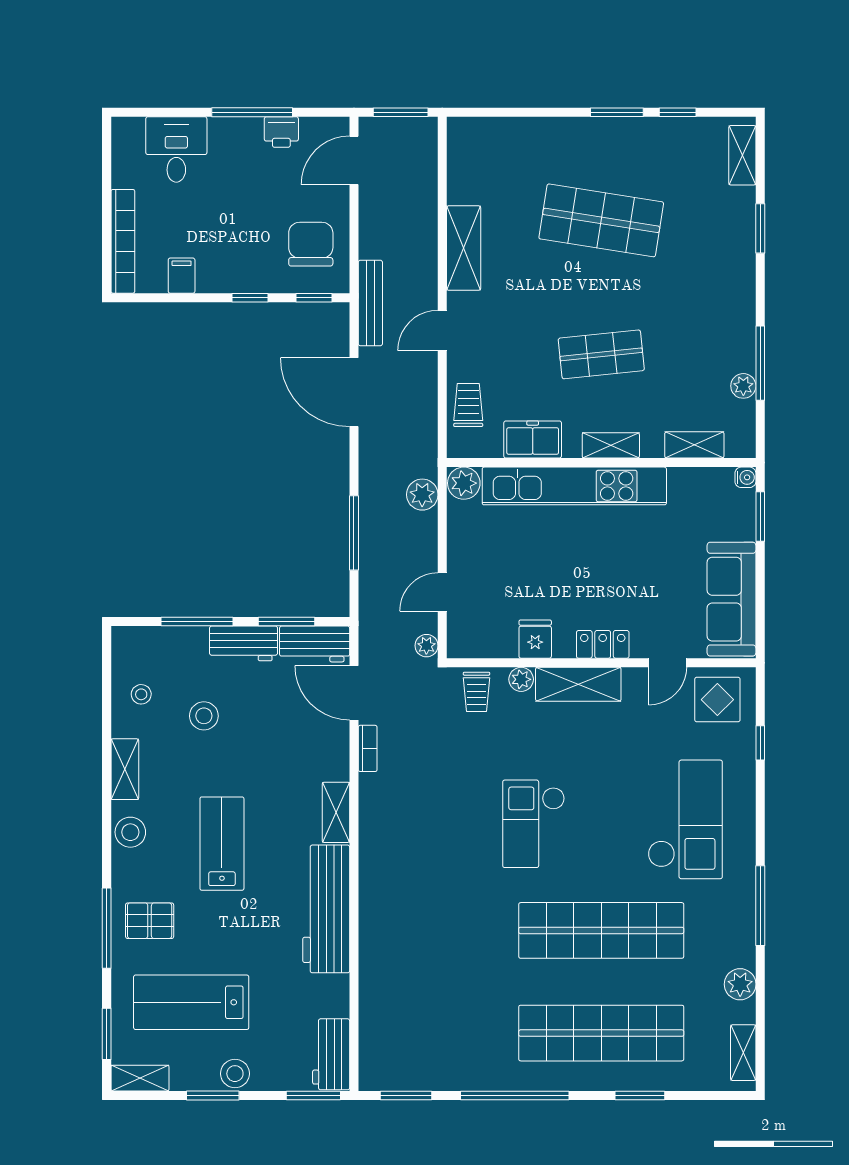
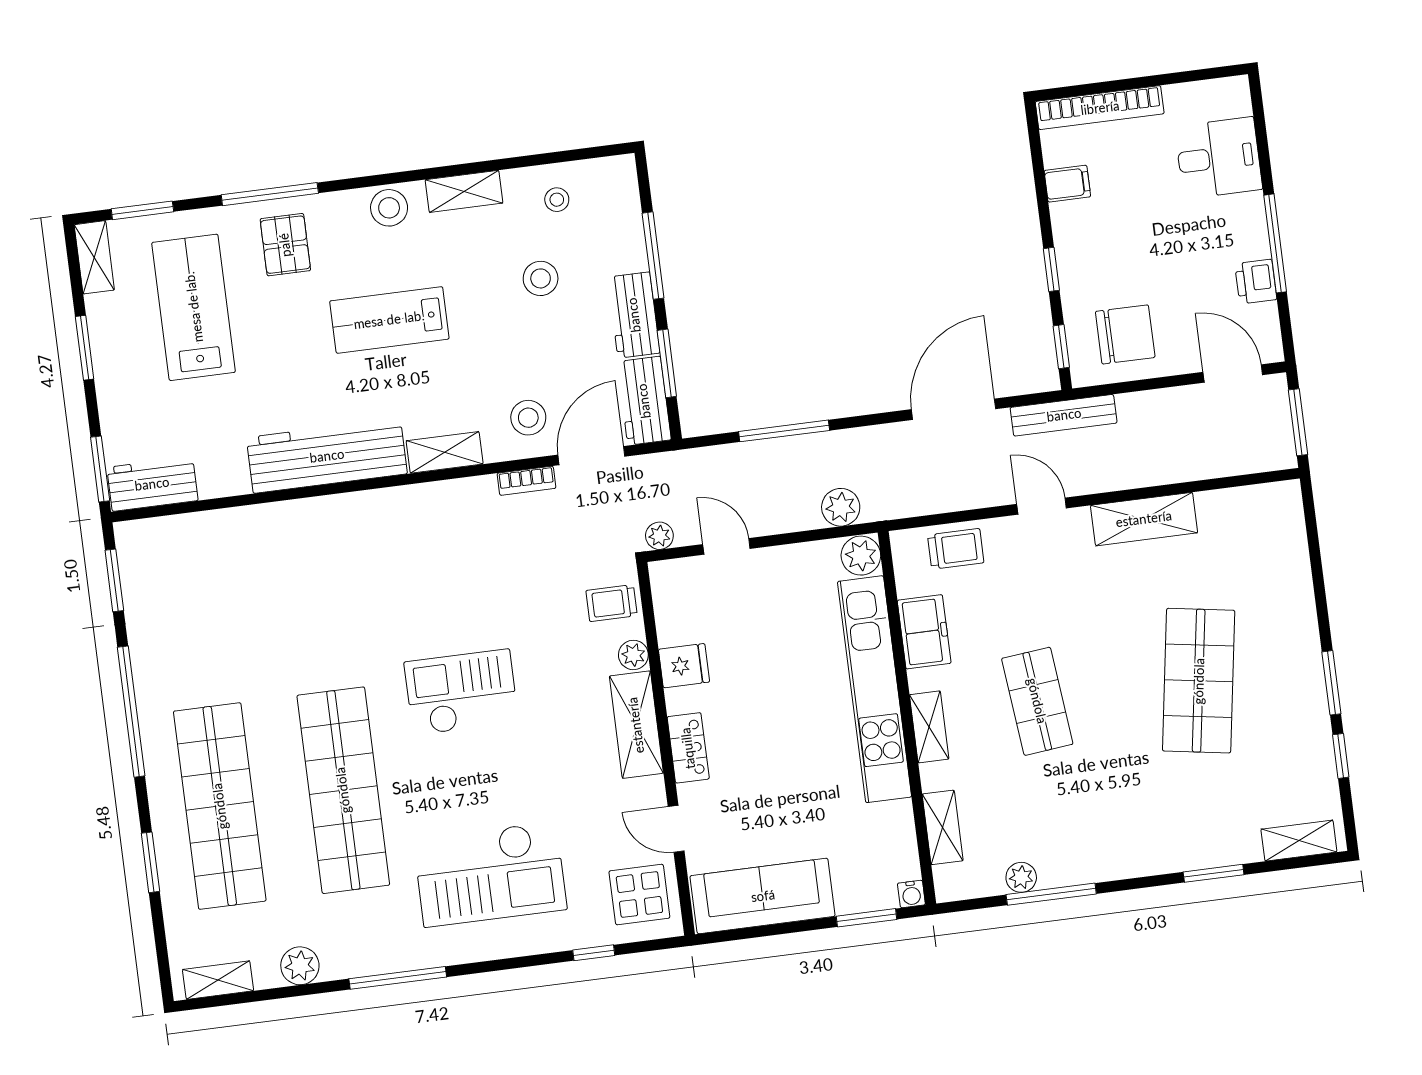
lab bench: (222, 844) -> (389, 320), turned 180
stool: (235, 1074) -> (528, 418), moved

